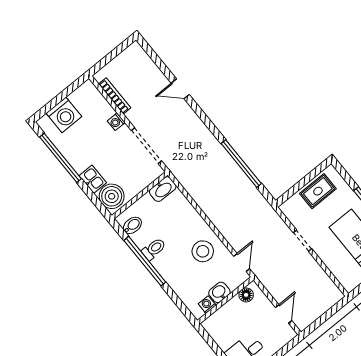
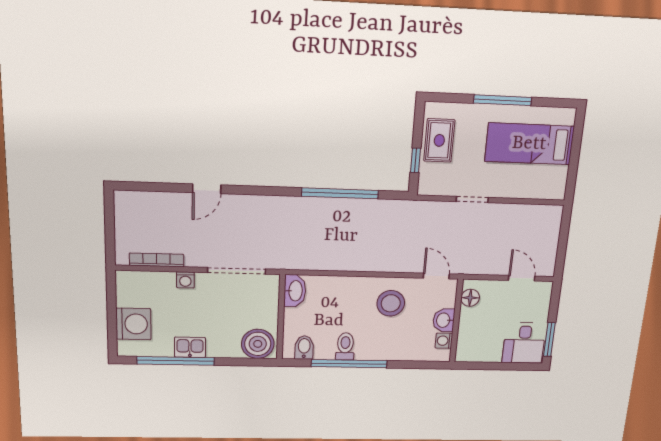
kitchen sink: (93, 179) -> (190, 347), moved
window: (296, 188) -> (415, 160), added

